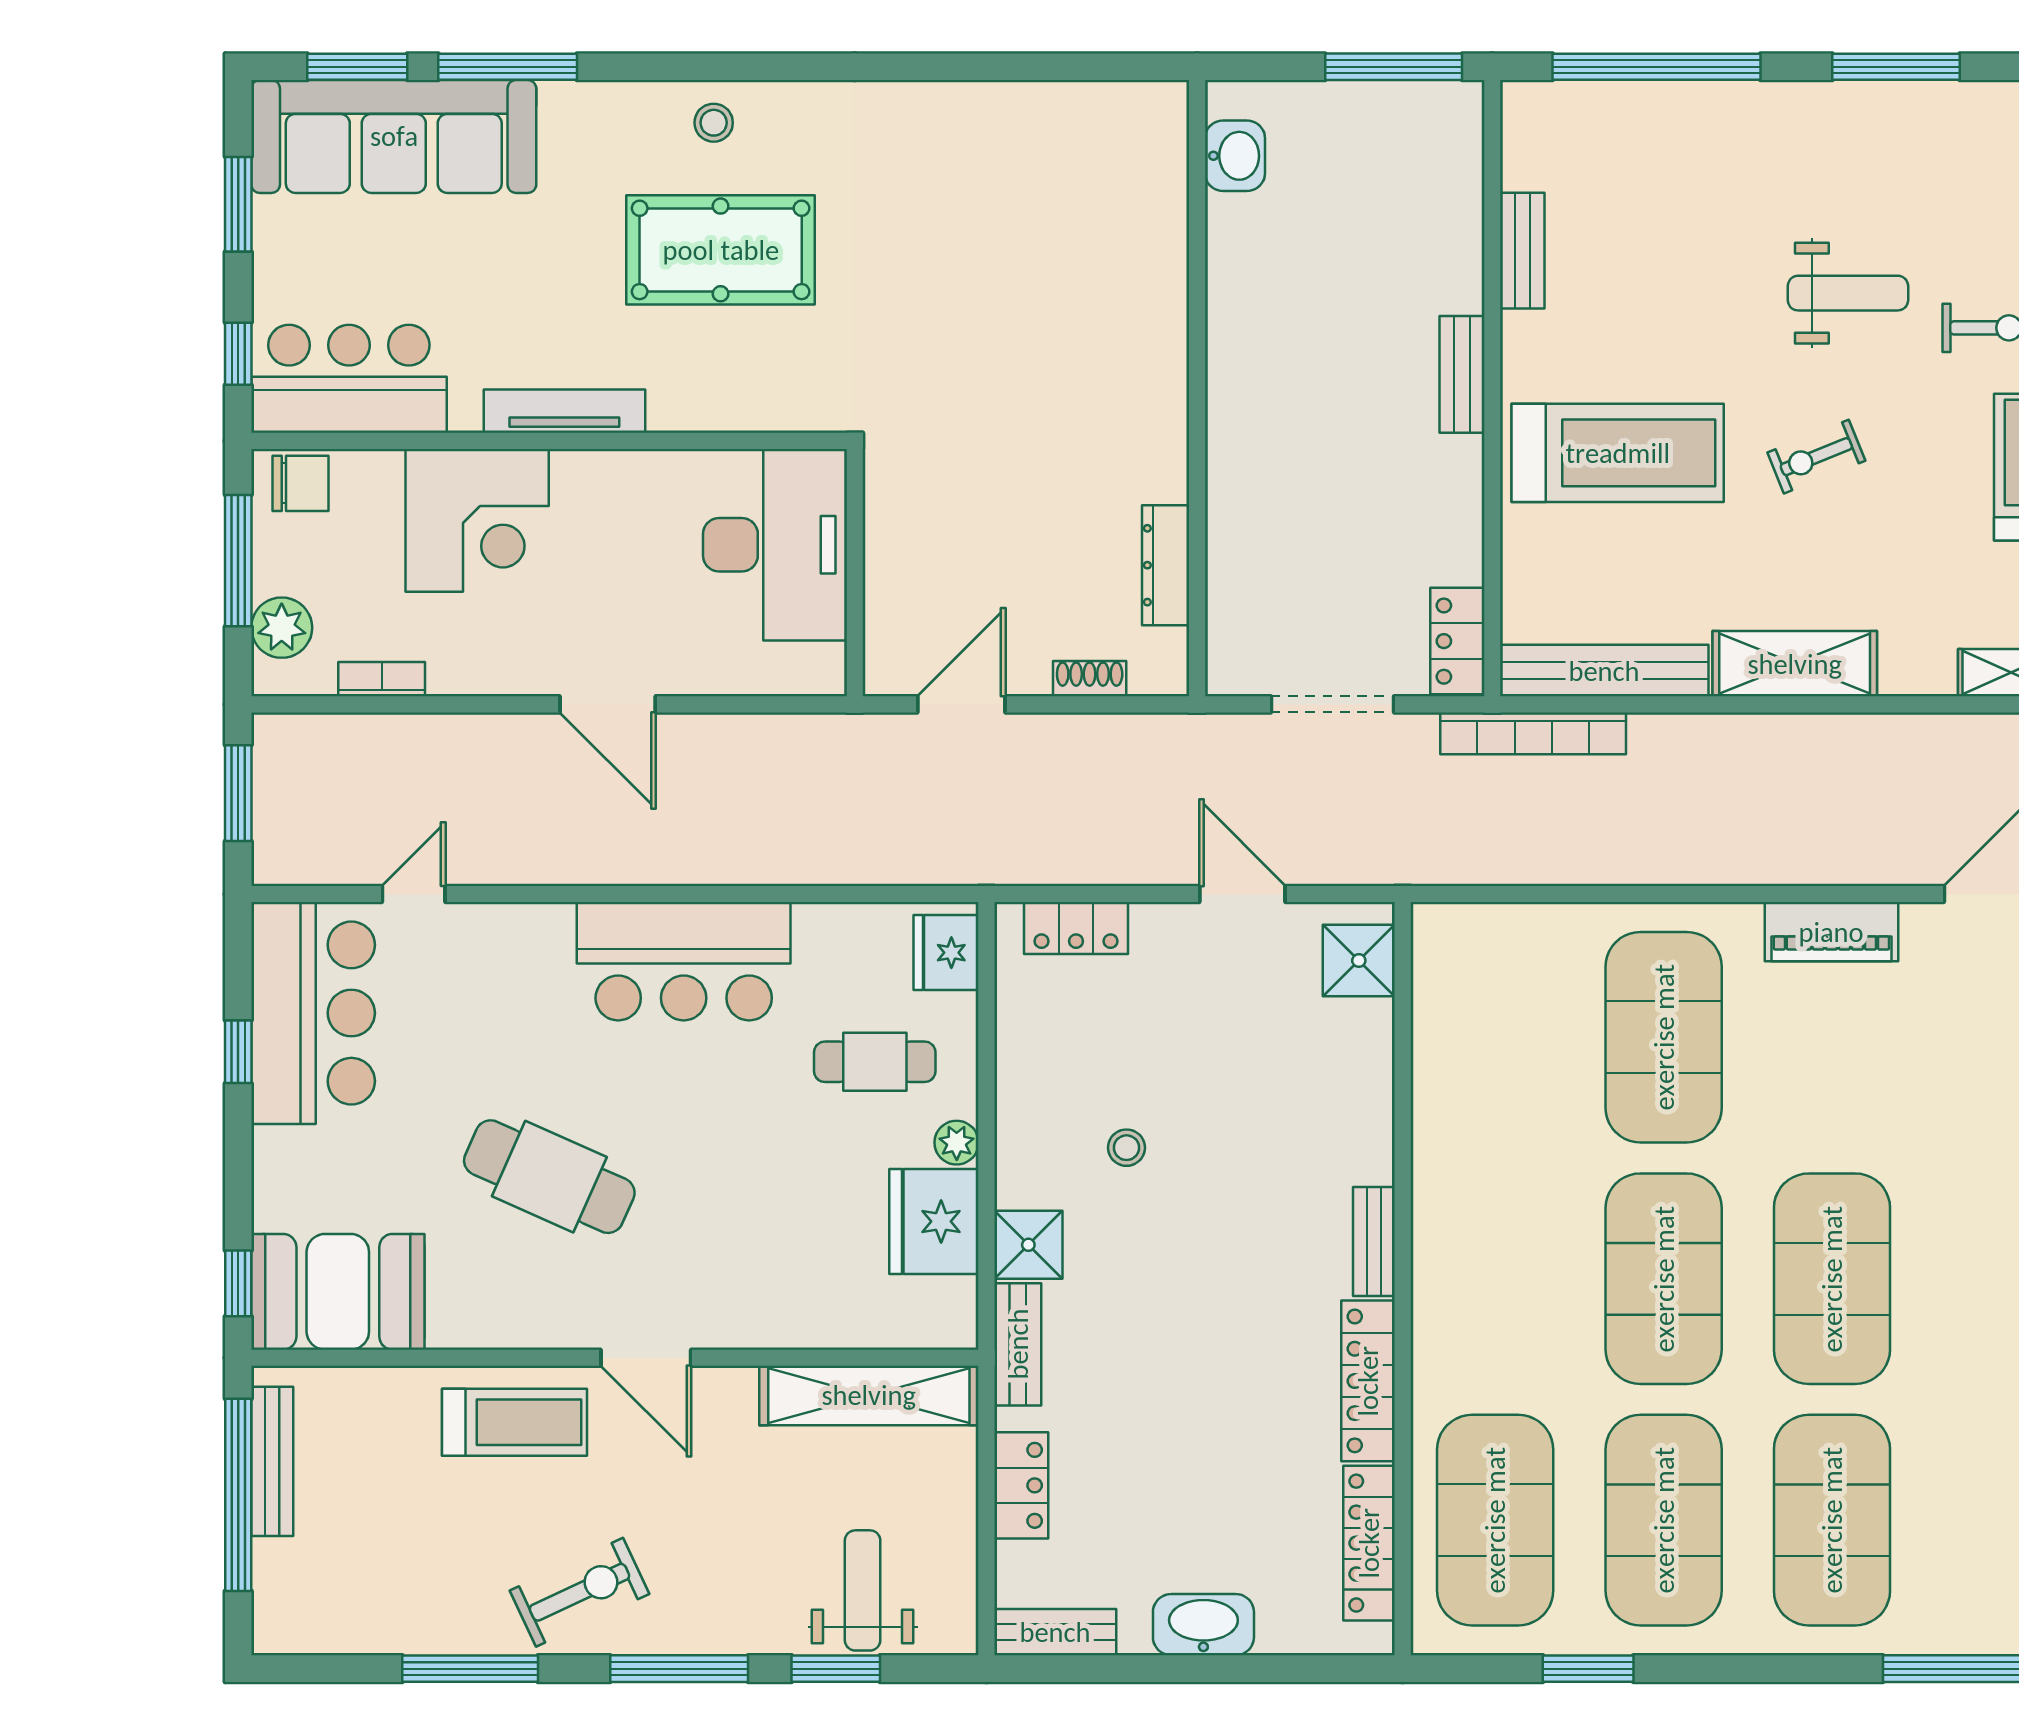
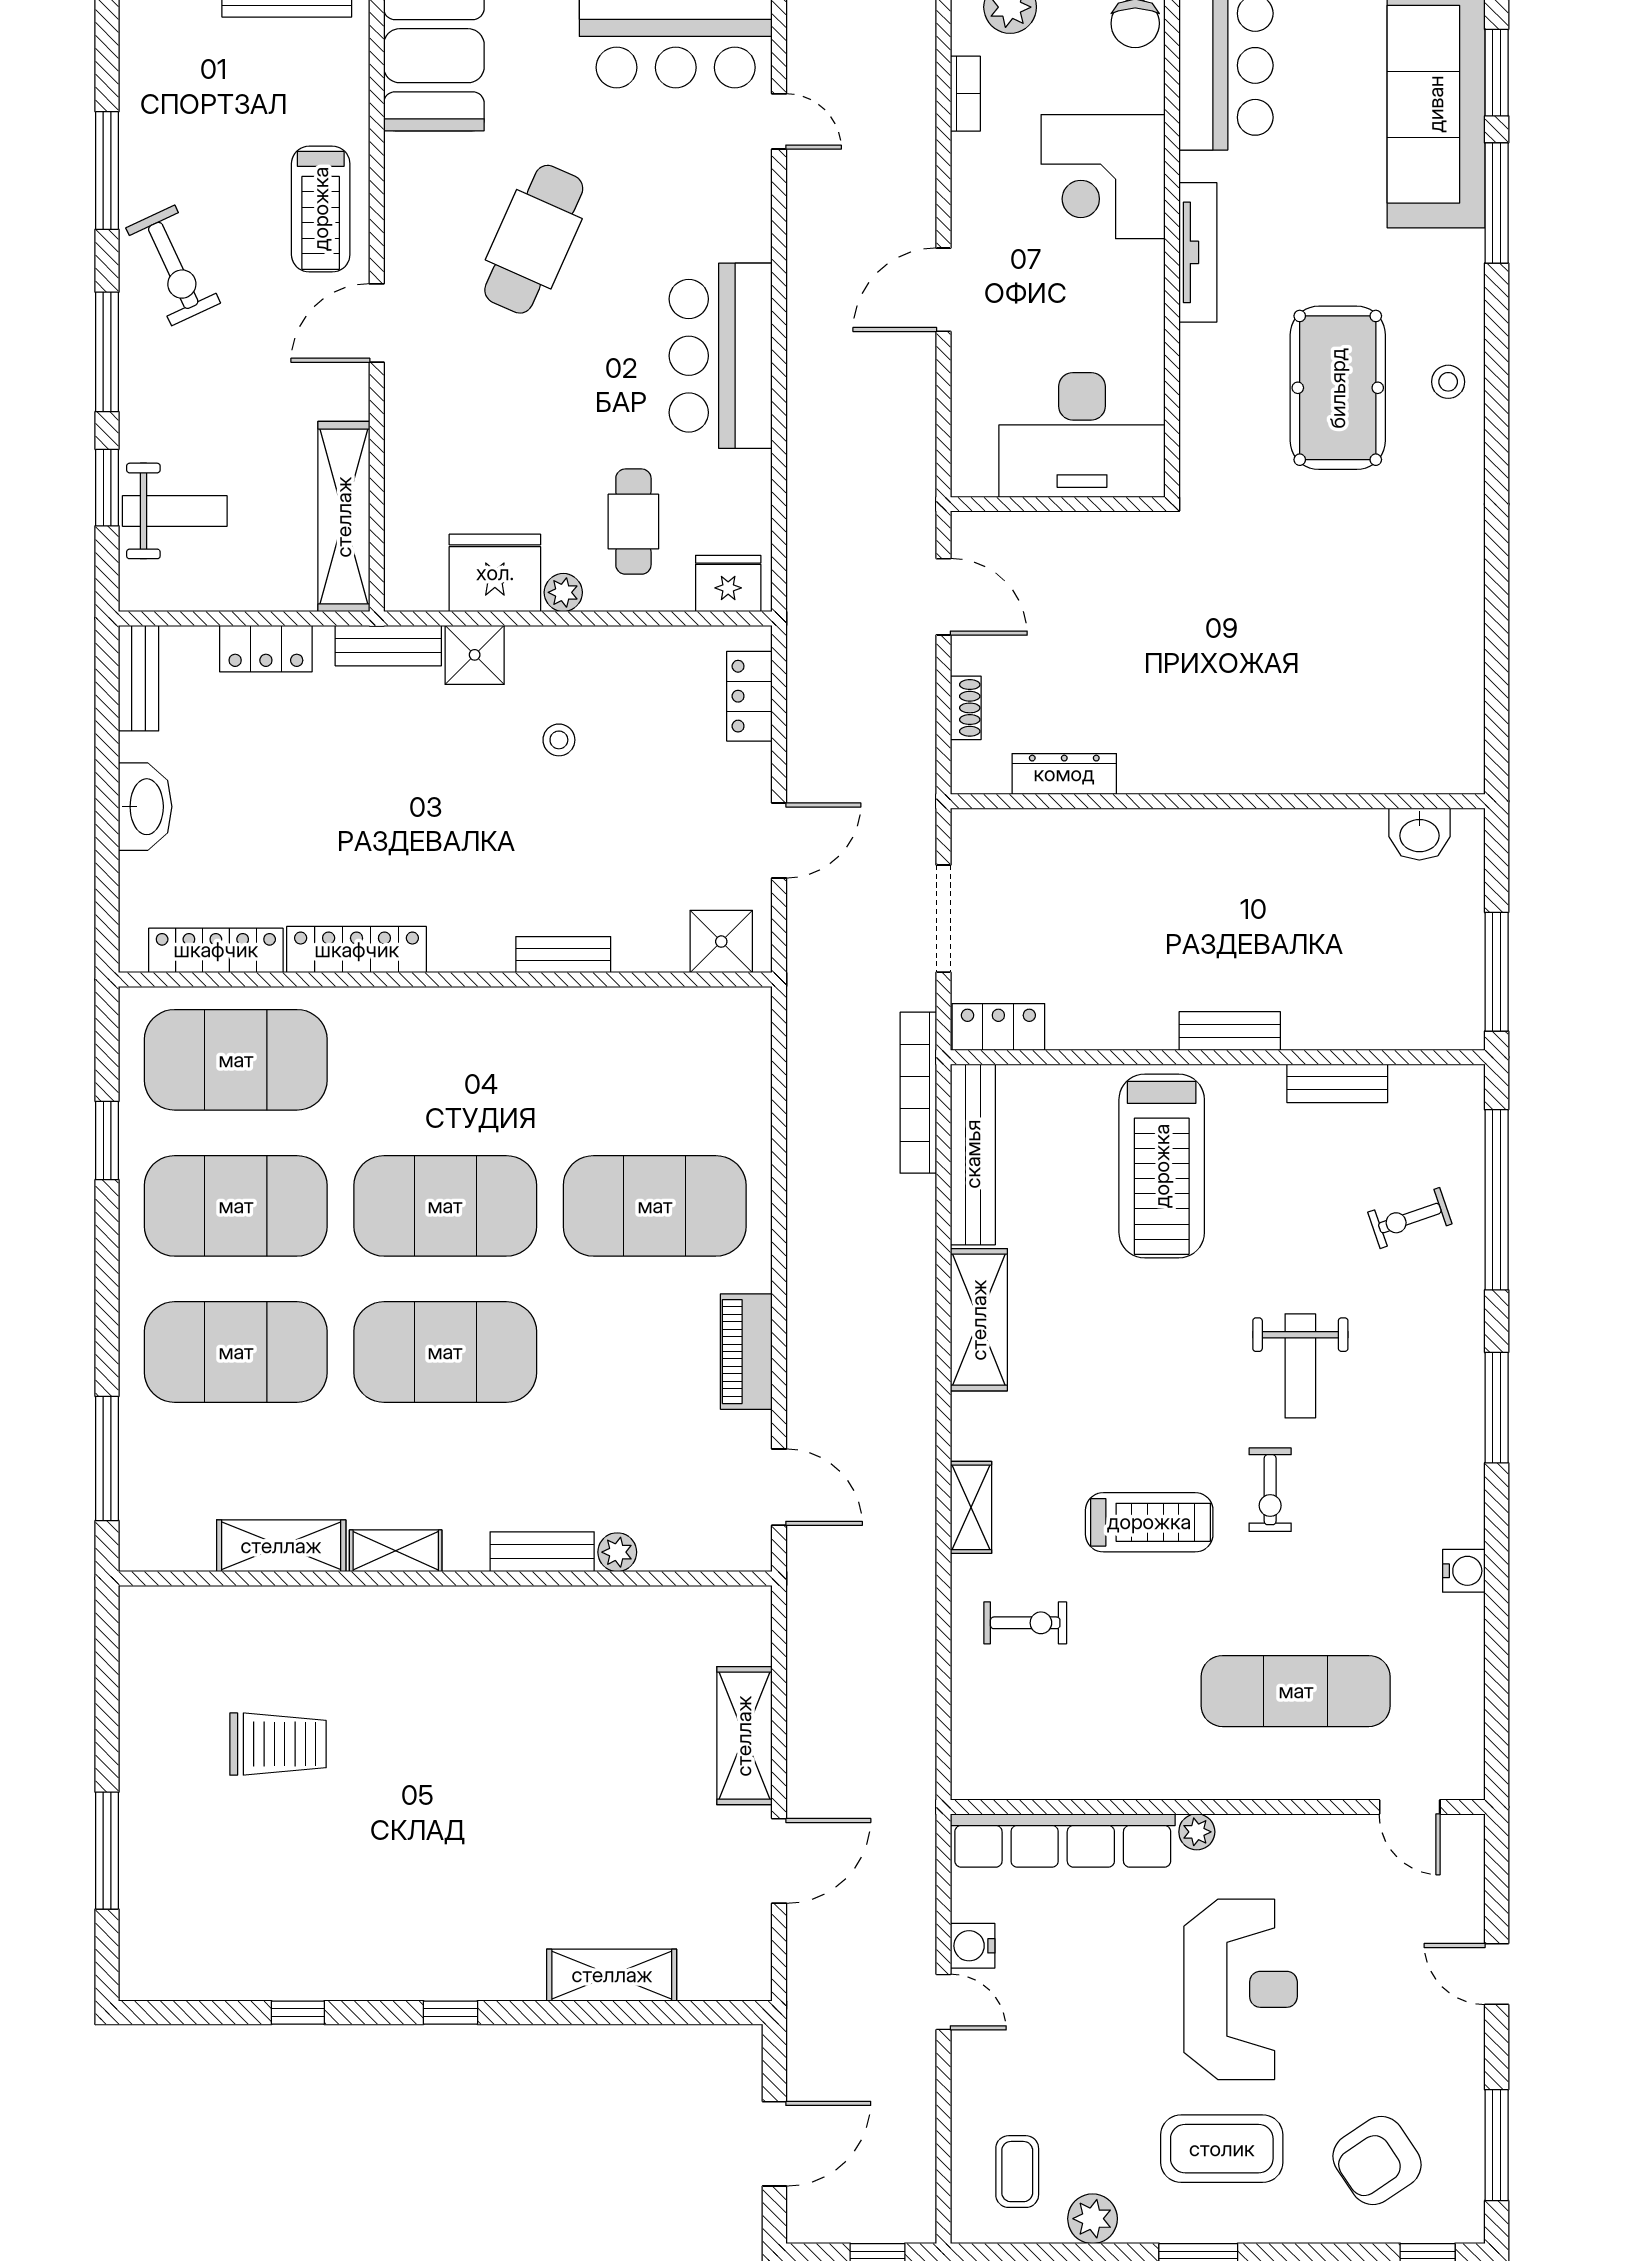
exercise bike: (1816, 457) -> (1410, 1218), moved, turned -87
bench: (1374, 1242) -> (563, 955), moved

